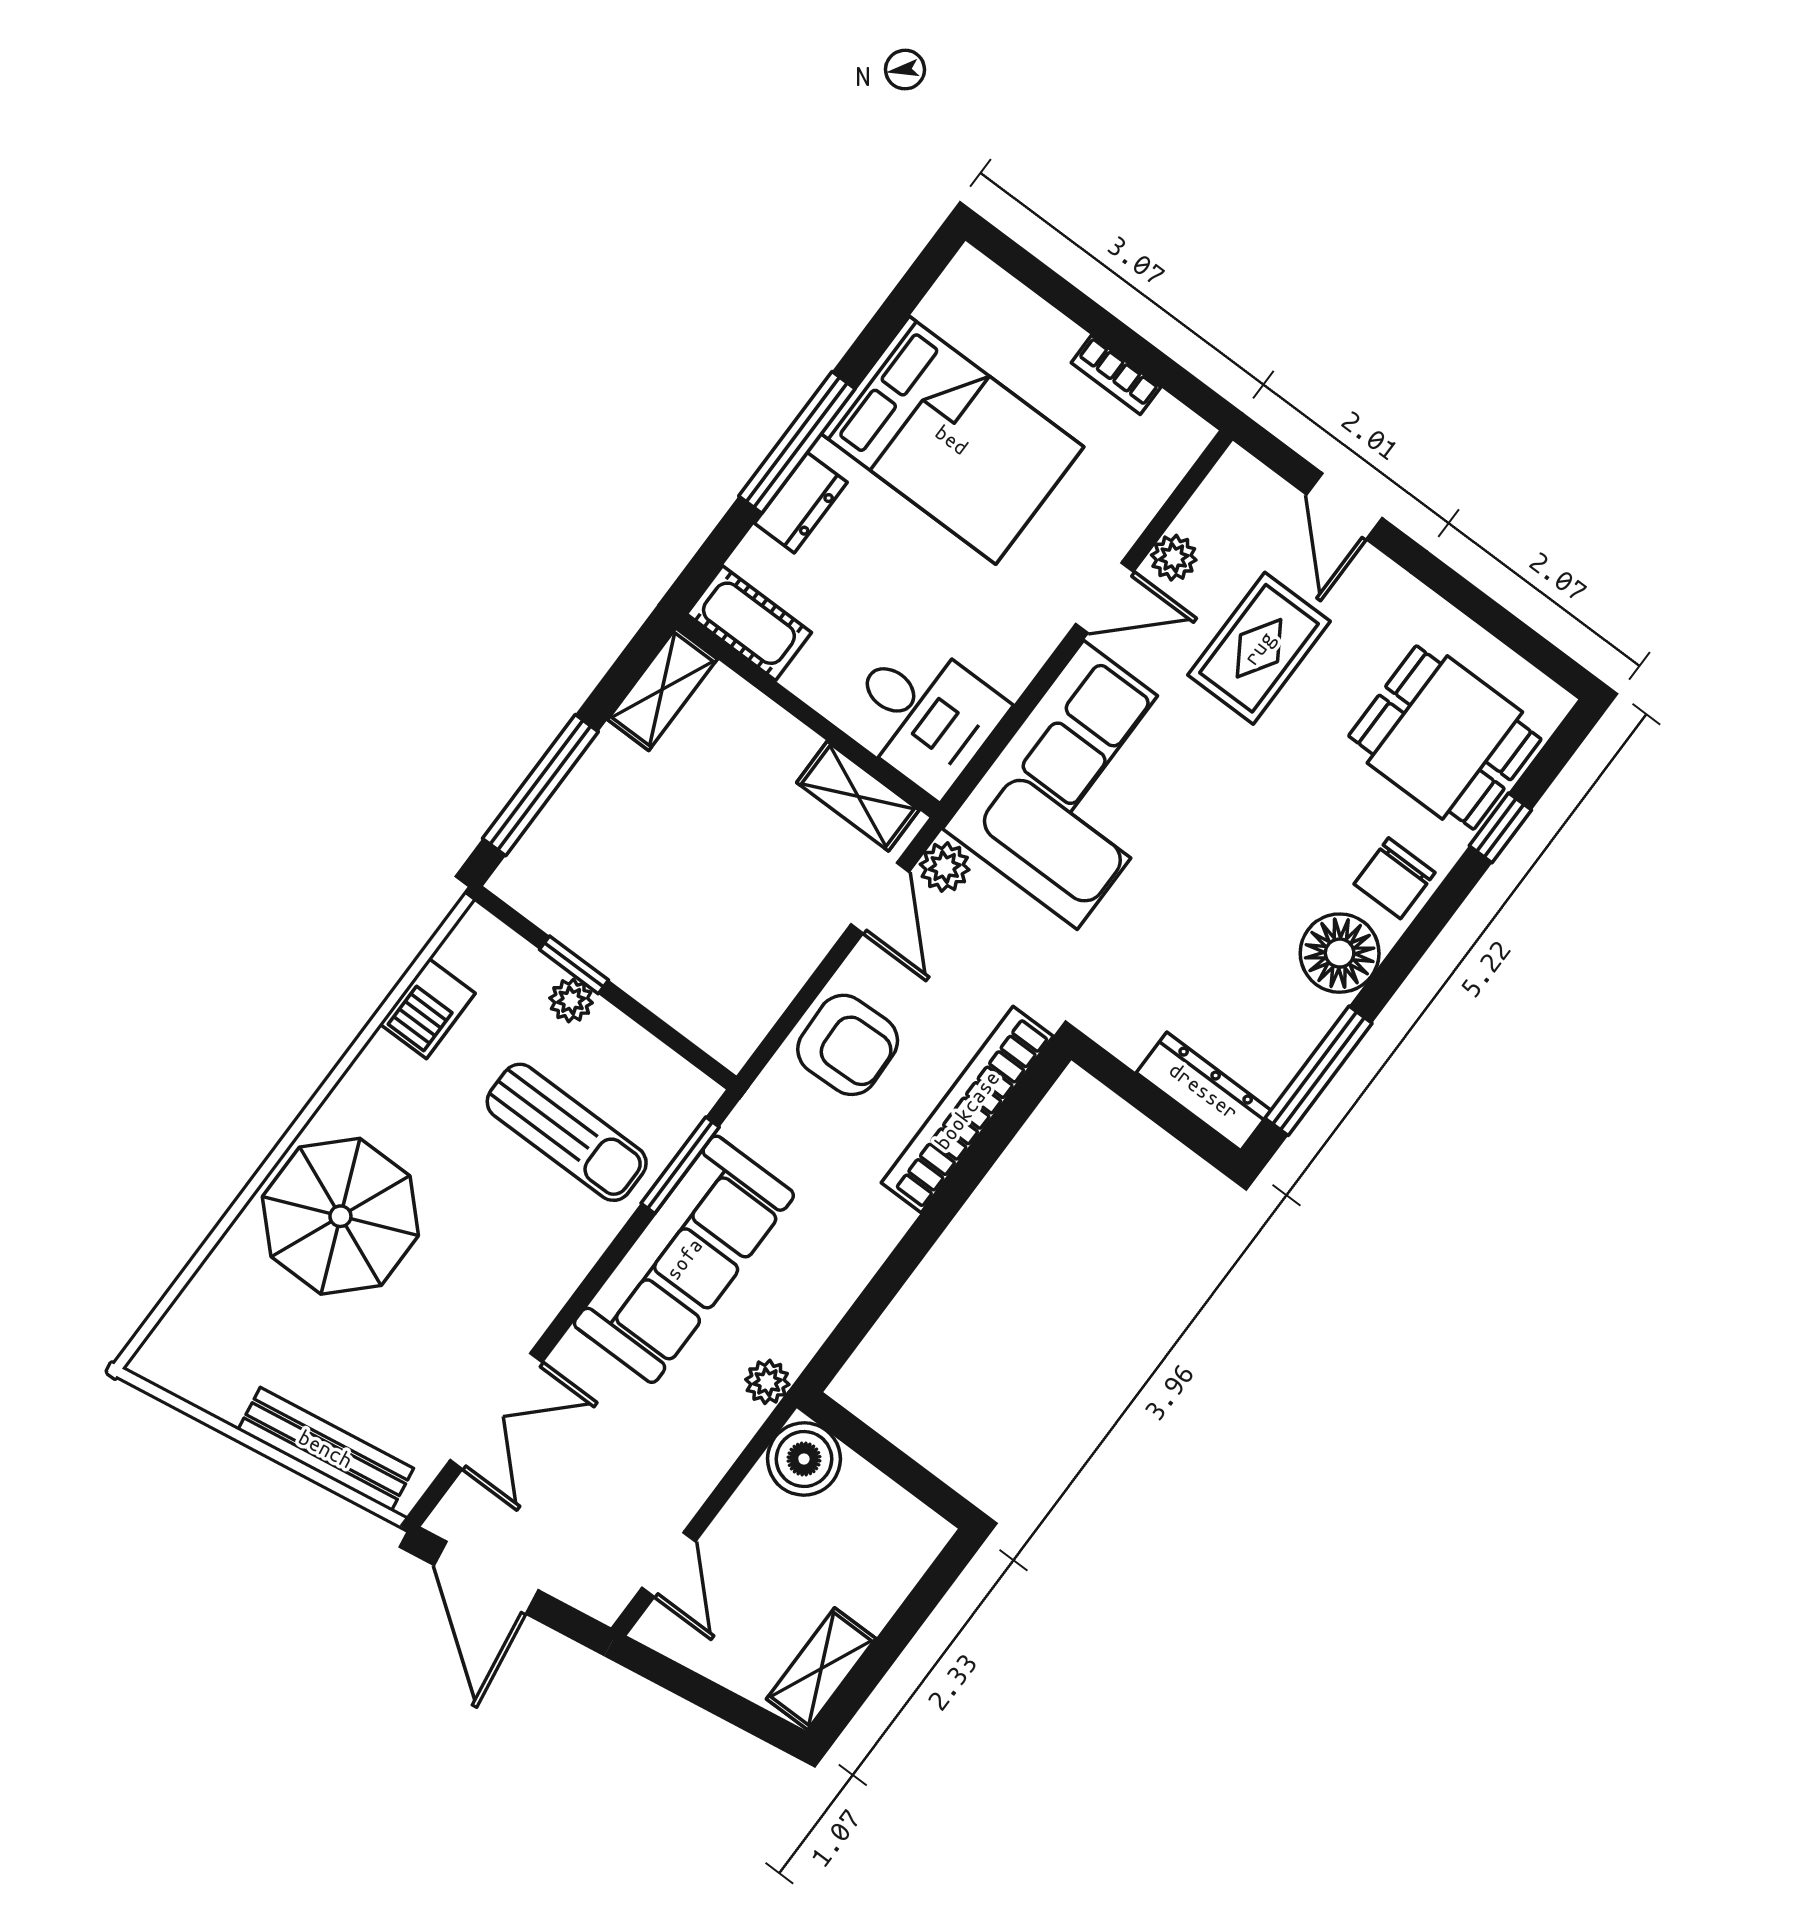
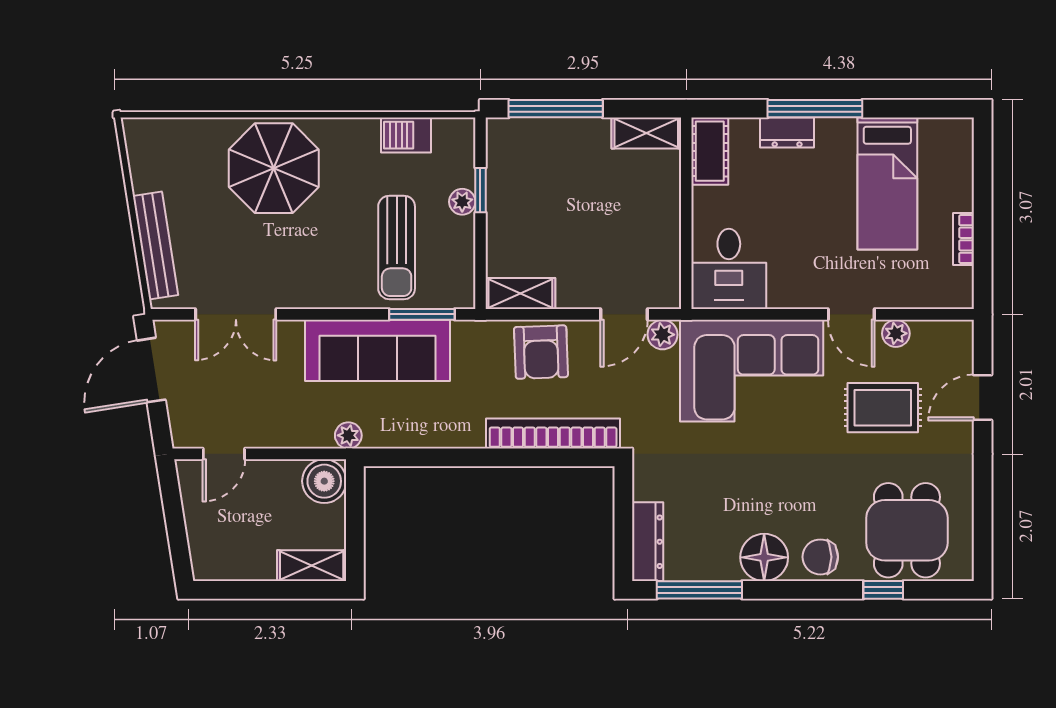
bed: (952, 440) -> (887, 183), width x0.67
shelving: (858, 796) -> (520, 294), moved, turned 90
shelving: (821, 1669) -> (312, 566), moved

